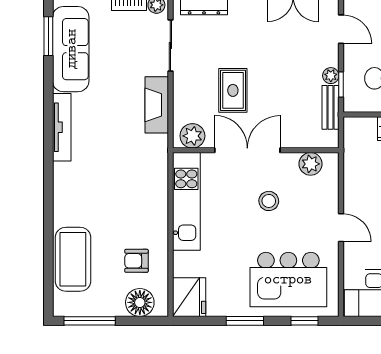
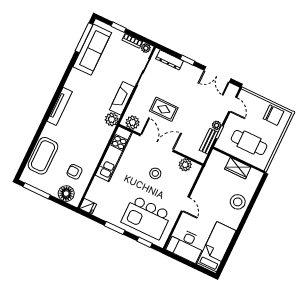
window: (48, 36) -> (84, 38), width x1.44
rug: (233, 90) -> (164, 109), turned 90
tv unit: (62, 127) -> (60, 106), moved
plant: (156, 147) -> (112, 119), added
fridge: (189, 297) -> (88, 206), width x0.53, depth x0.75

